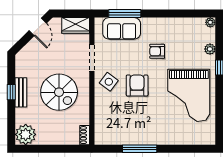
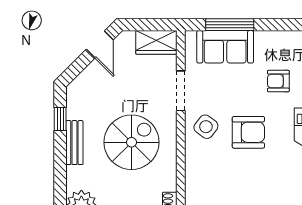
armchair: (137, 86) -> (248, 132), turned 90
window: (11, 92) -> (60, 119), moved
spiral stairs: (59, 92) -> (132, 142), turned -90

